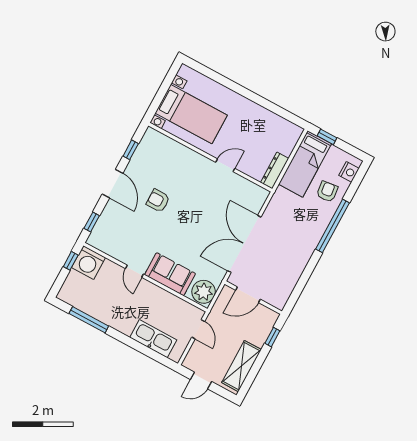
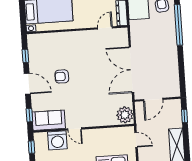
door: (225, 165) -> (105, 28), moved
washing machine: (88, 262) -> (57, 140), moved
sofa: (170, 274) -> (49, 120), moved

